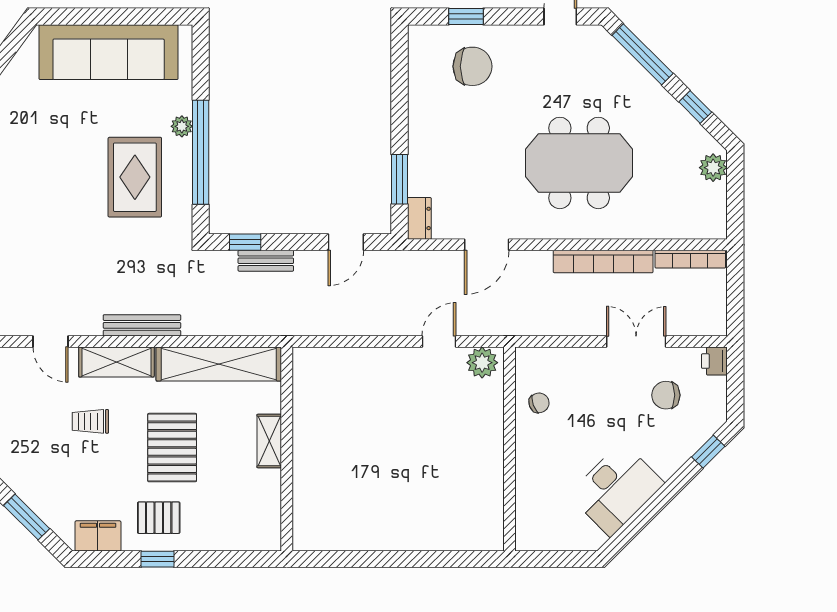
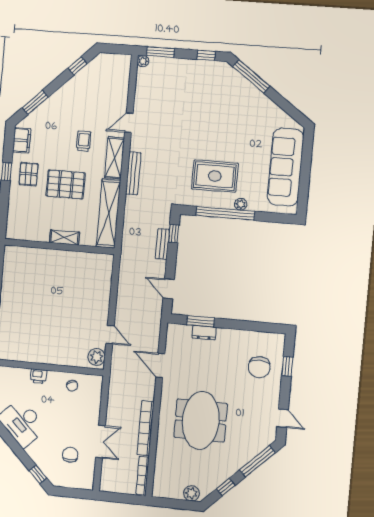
dresser: (419, 218) -> (204, 333), moved
printer: (714, 361) -> (39, 376), moved, turned 180

